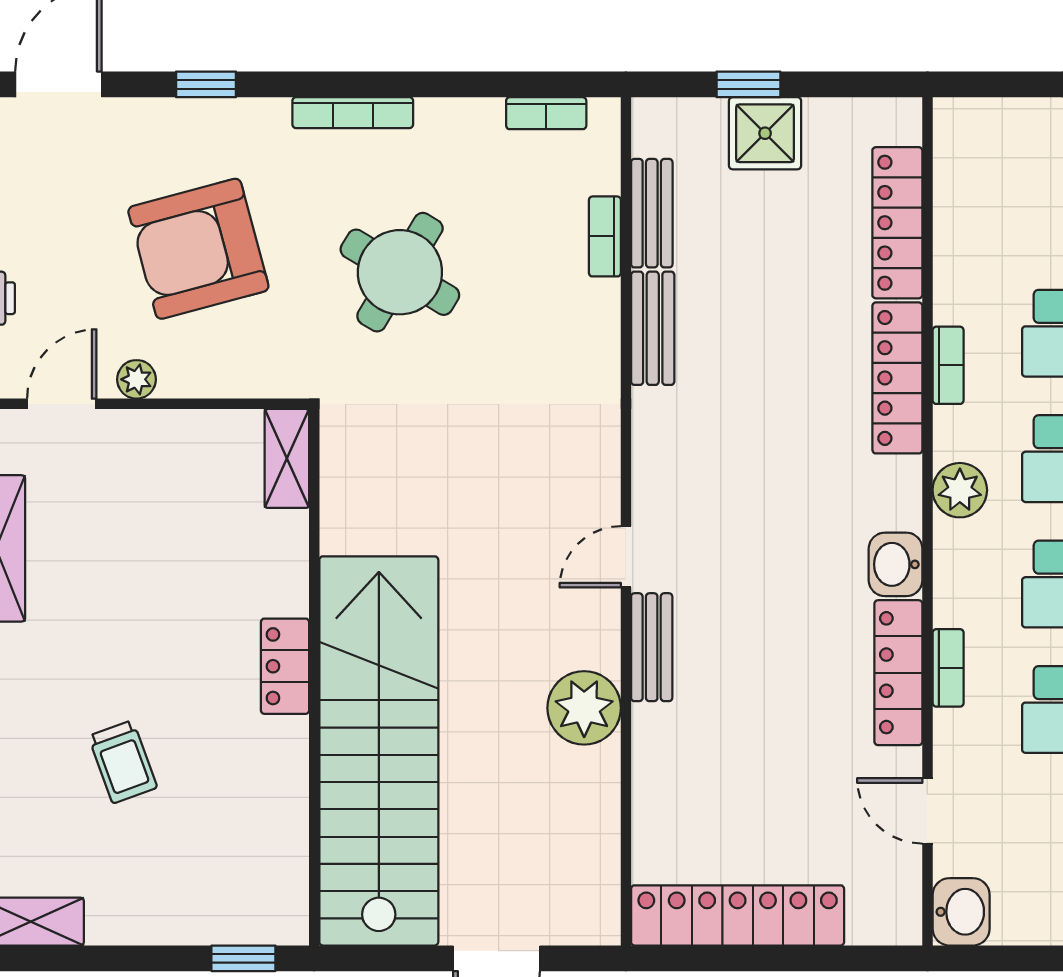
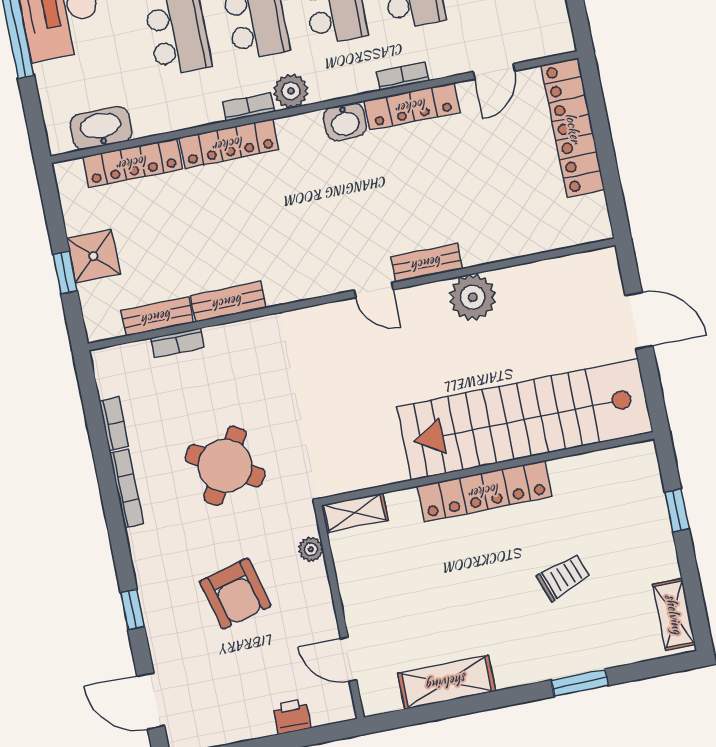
bookcase: (353, 113) -> (127, 489), moved
bookcase: (546, 113) -> (114, 424), moved
armchair: (198, 249) -> (235, 594), width x0.73, depth x0.73
bookcase: (948, 365) -> (249, 107), moved
plant: (137, 379) -> (311, 549), moved
locker: (285, 666) -> (485, 491), width x2.16, depth x1.21
washbasin: (961, 912) -> (101, 128), moved, width x1.38
locker: (738, 915) -> (573, 128), moved
window: (243, 958) -> (677, 510), moved

